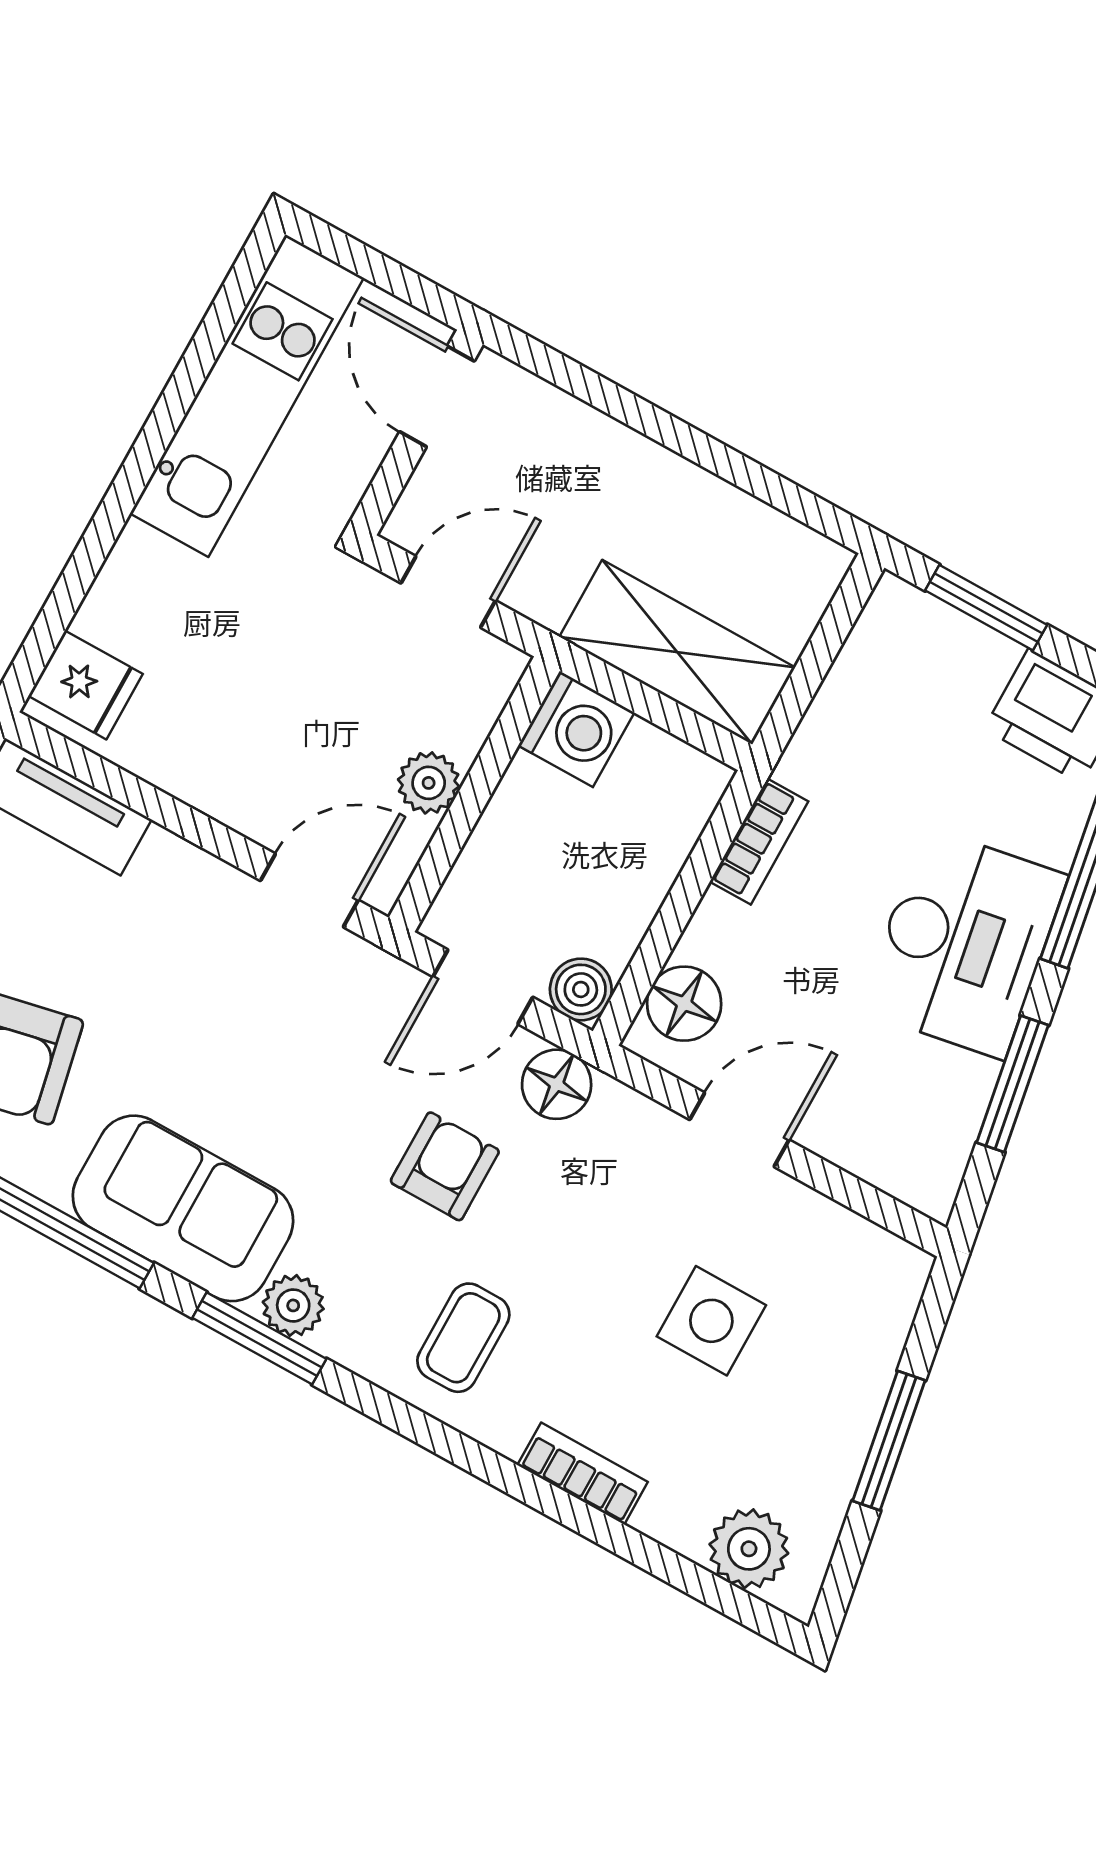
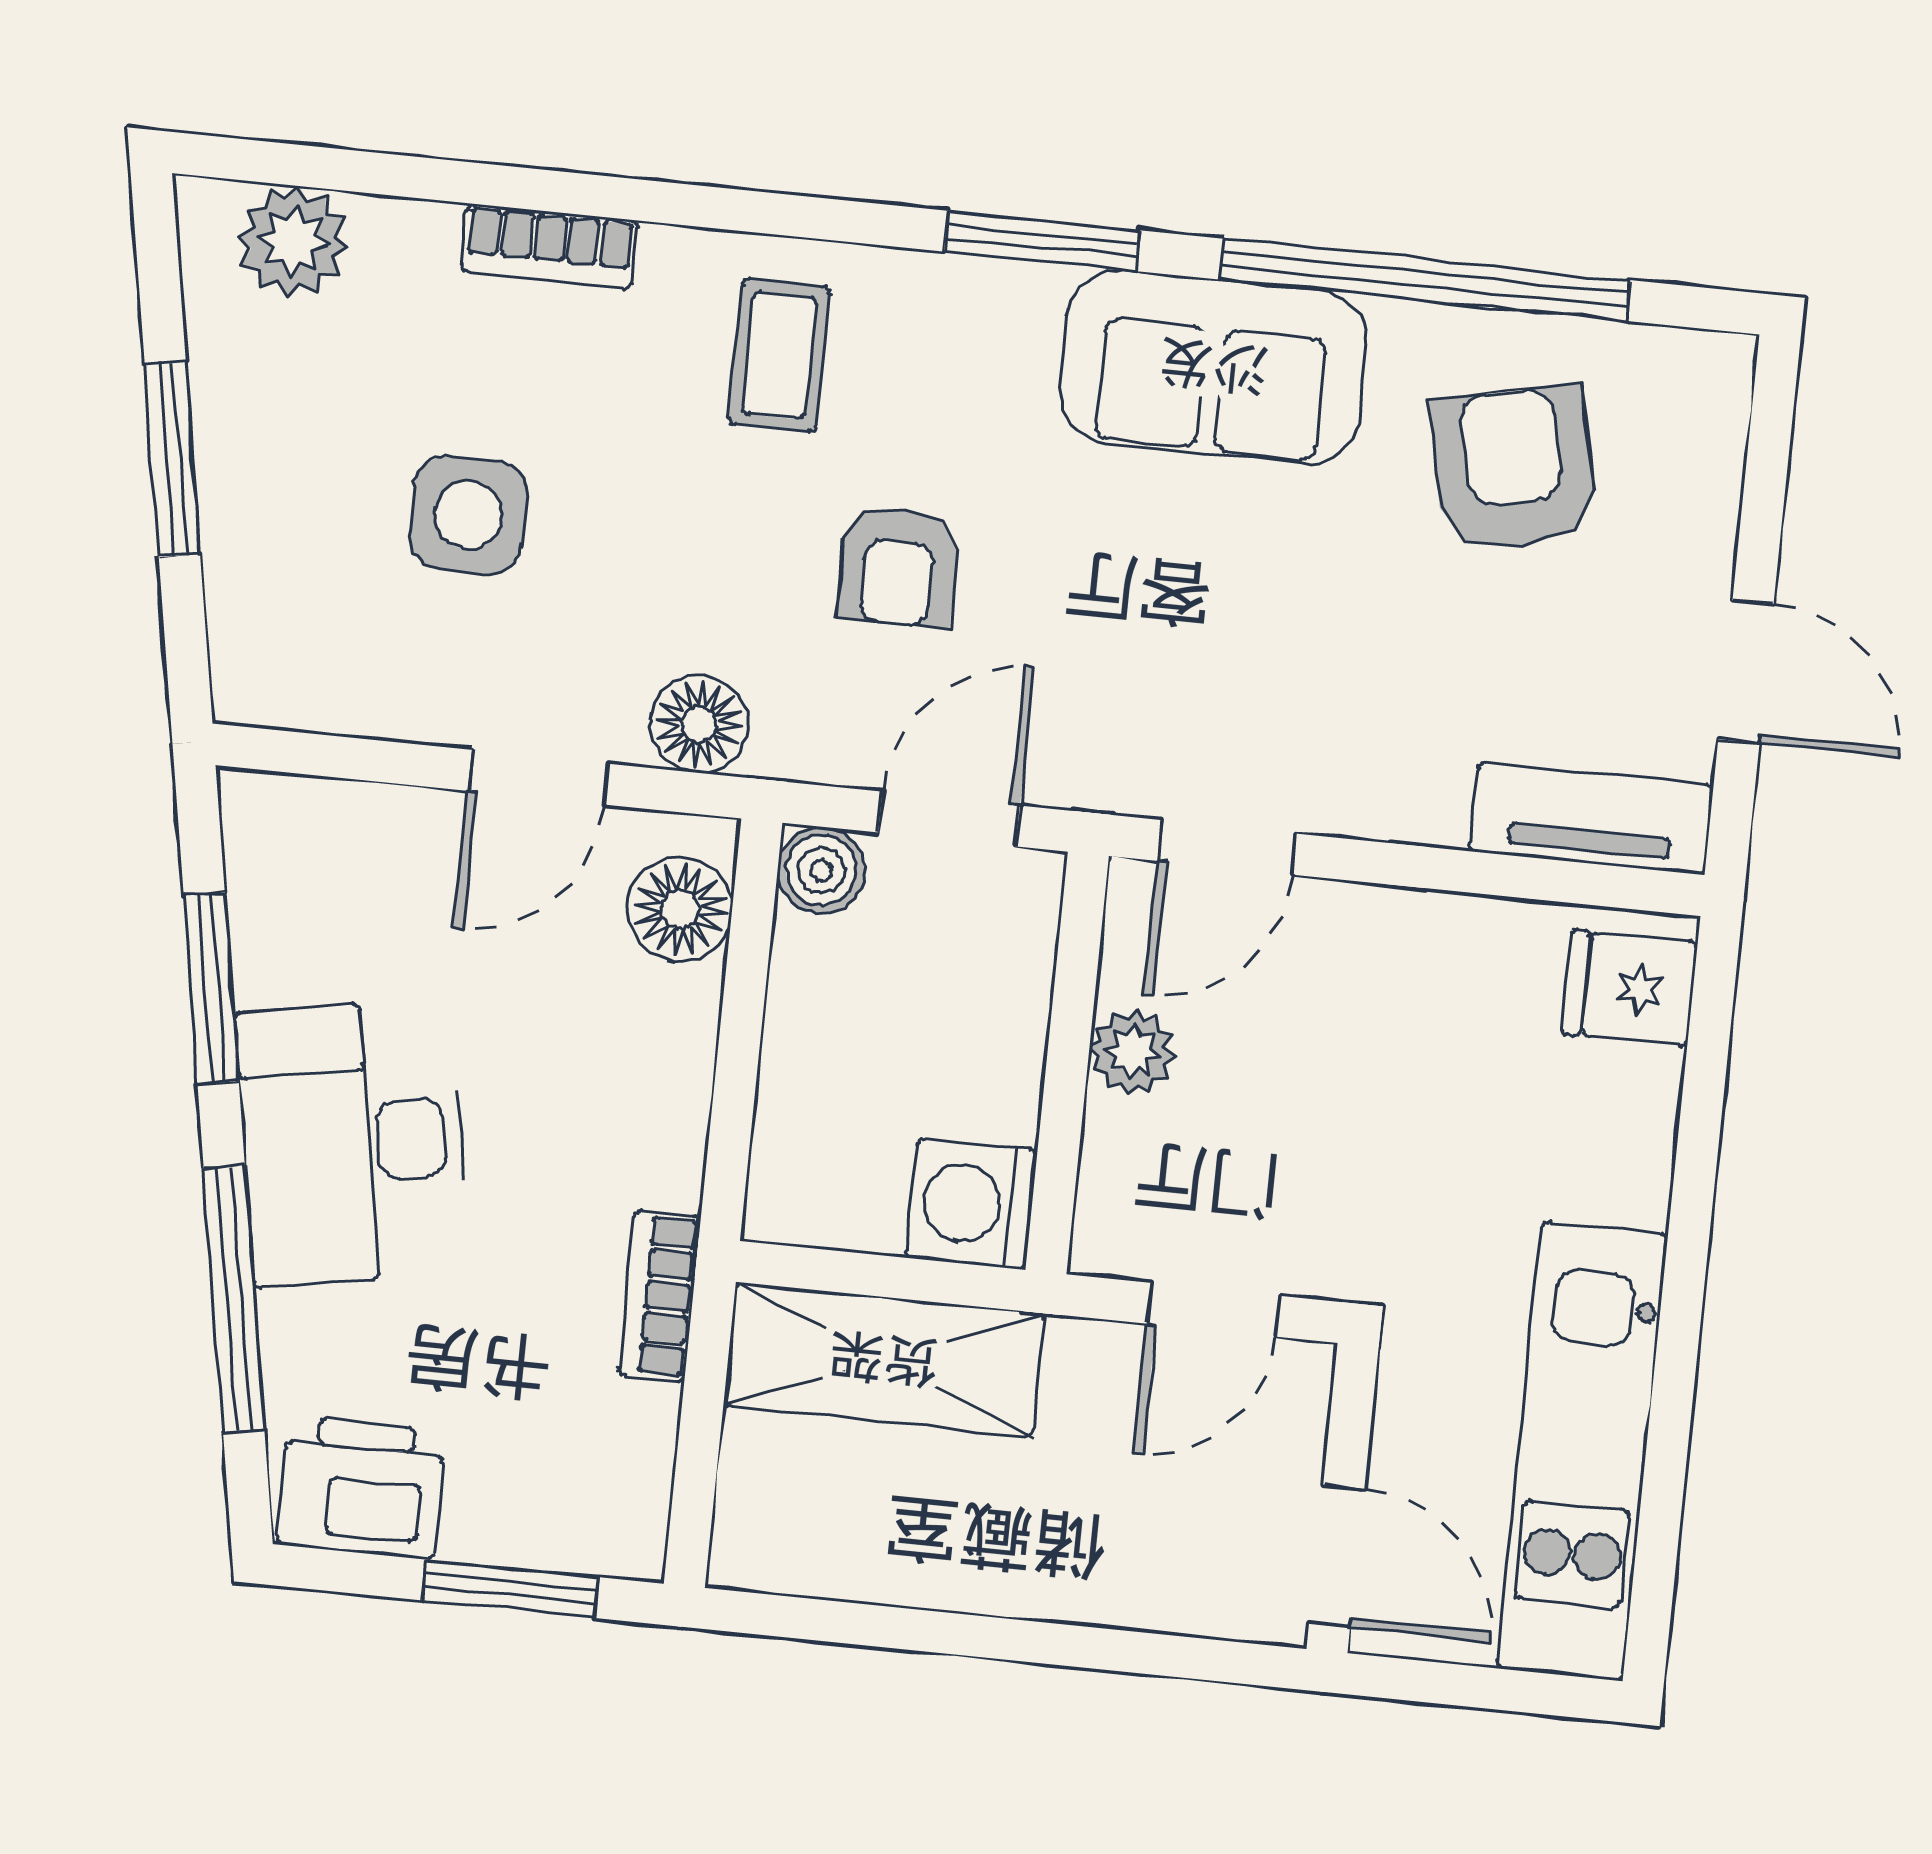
bookcase: (759, 842) -> (660, 1296), moved
floor lamp: (557, 1084) -> (699, 724), moved
plant: (293, 1305) -> (1017, 302), removed

